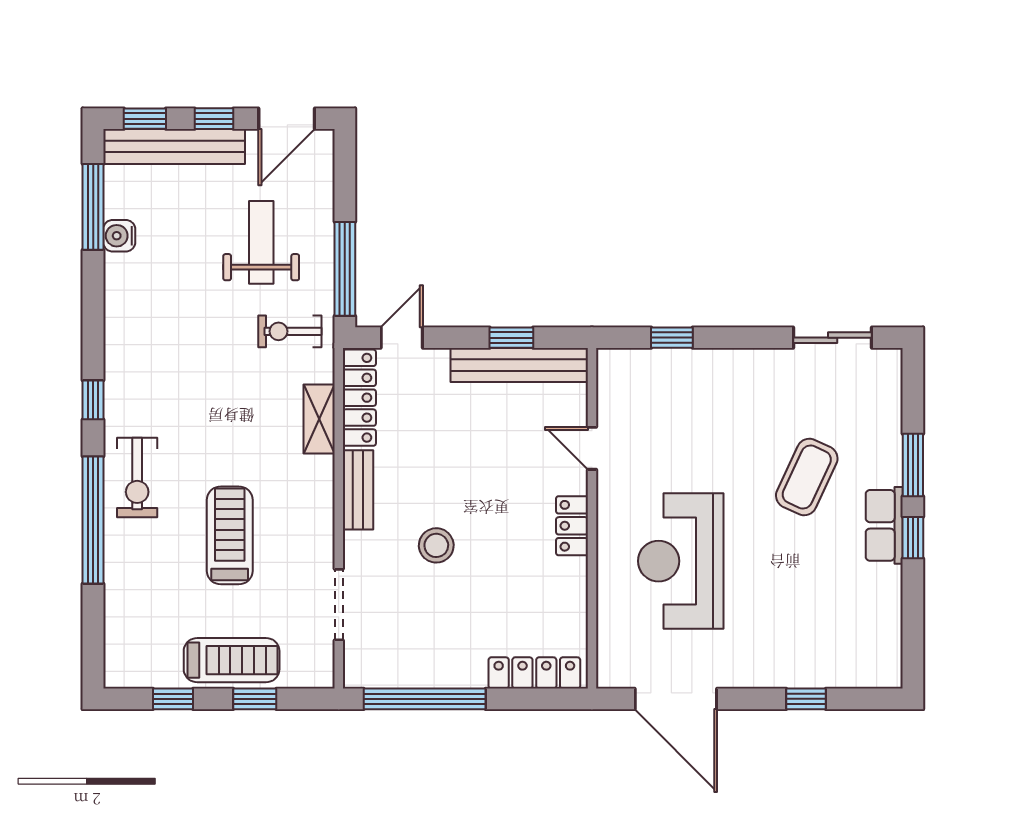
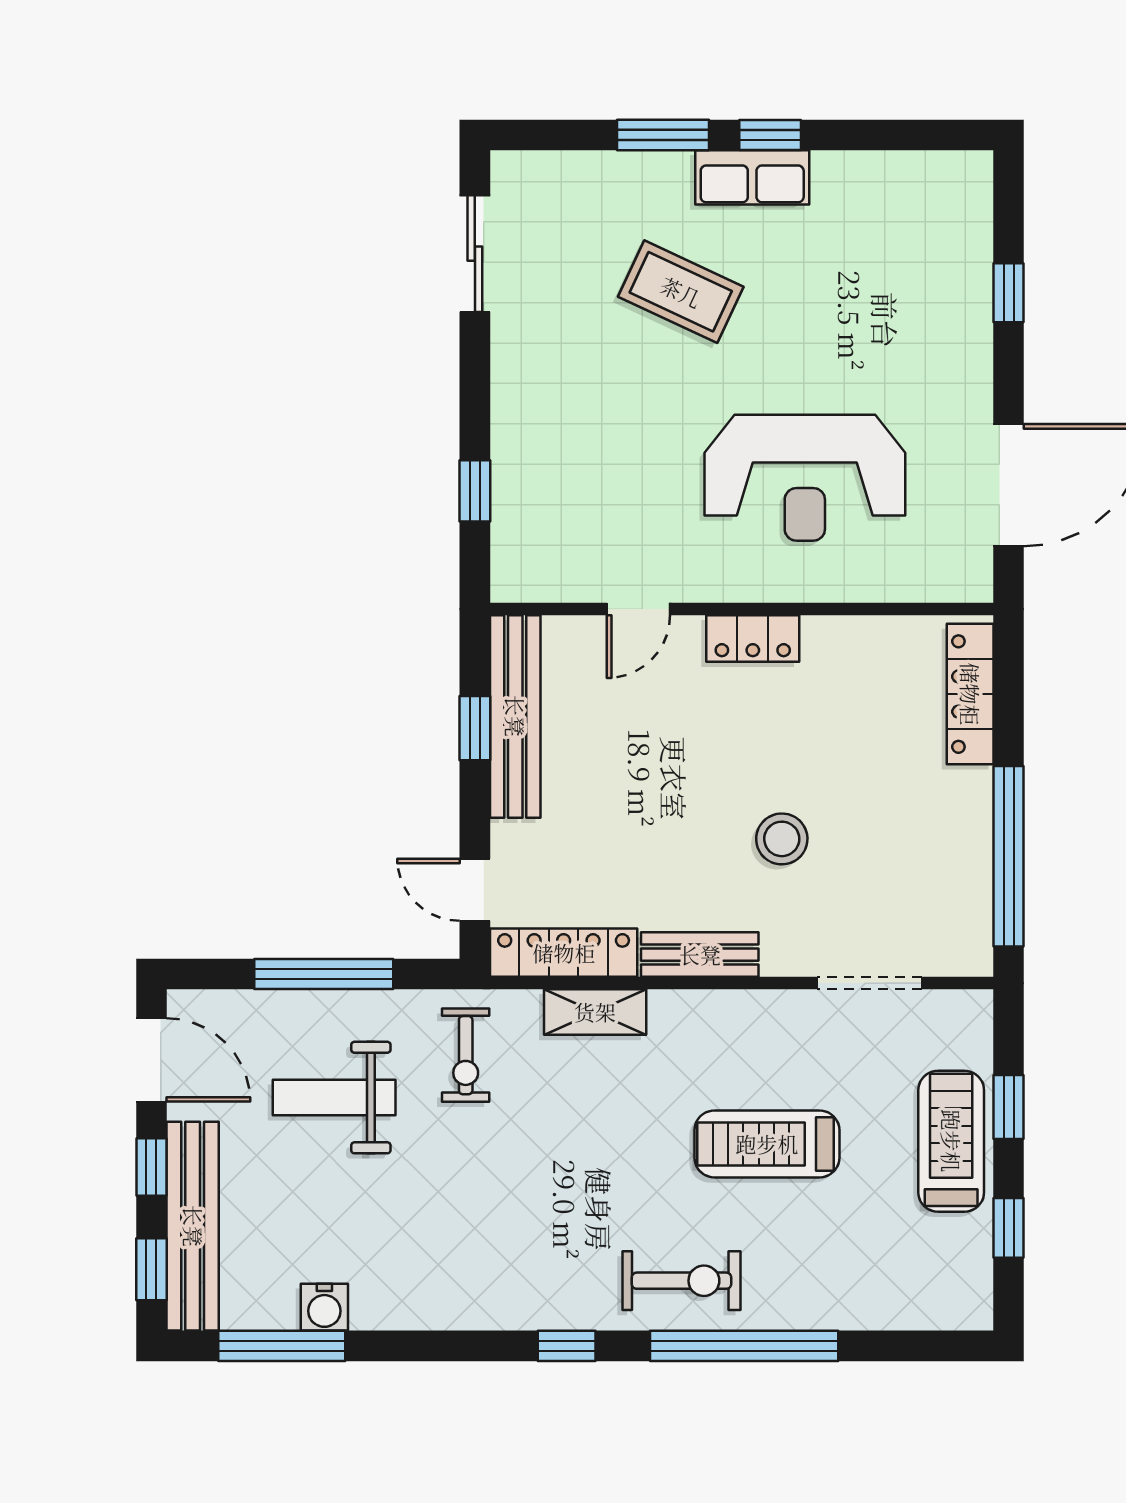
window: (345, 269) -> (324, 974), moved

